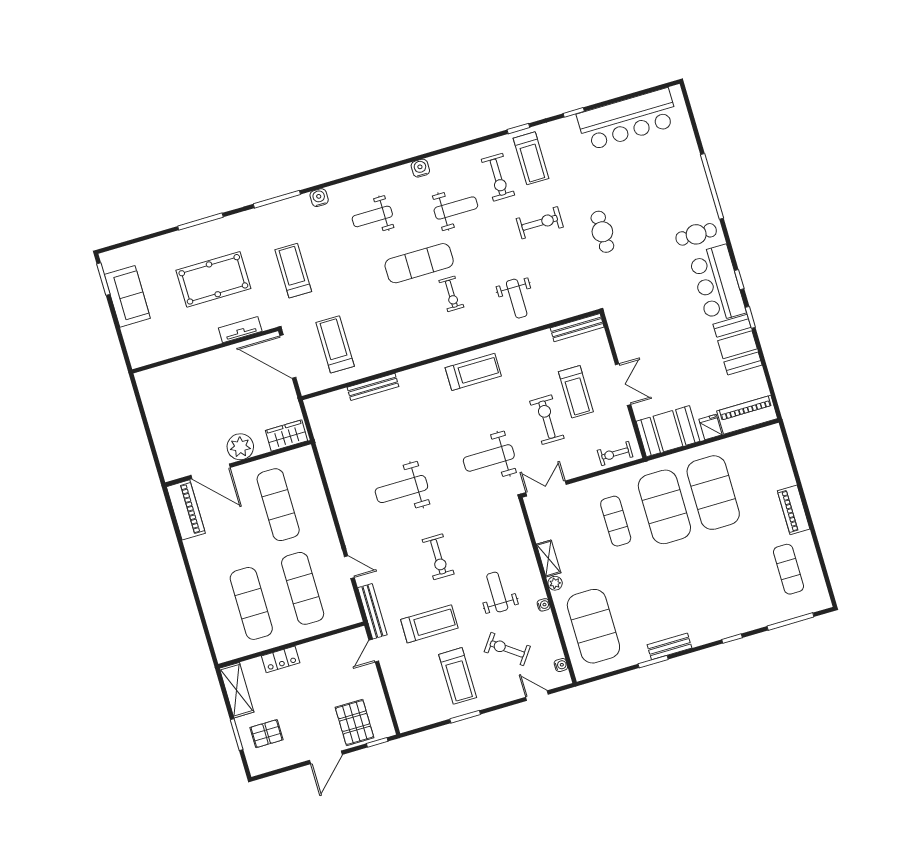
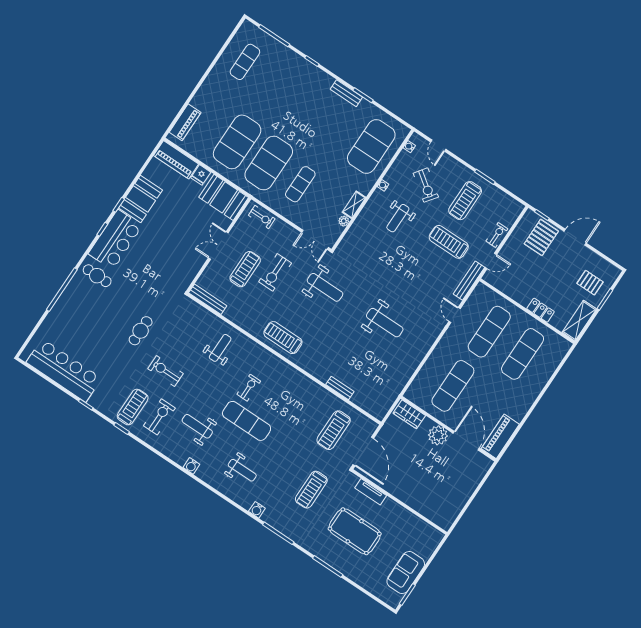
bench: (373, 387) -> (340, 388), width x0.73
piano: (794, 510) -> (185, 122), moved
exercise bike: (438, 557) -> (497, 235), moved, width x0.73, depth x0.72
plant: (555, 583) -> (344, 221), moved
treadmill: (458, 676) -> (465, 201), turned 180

